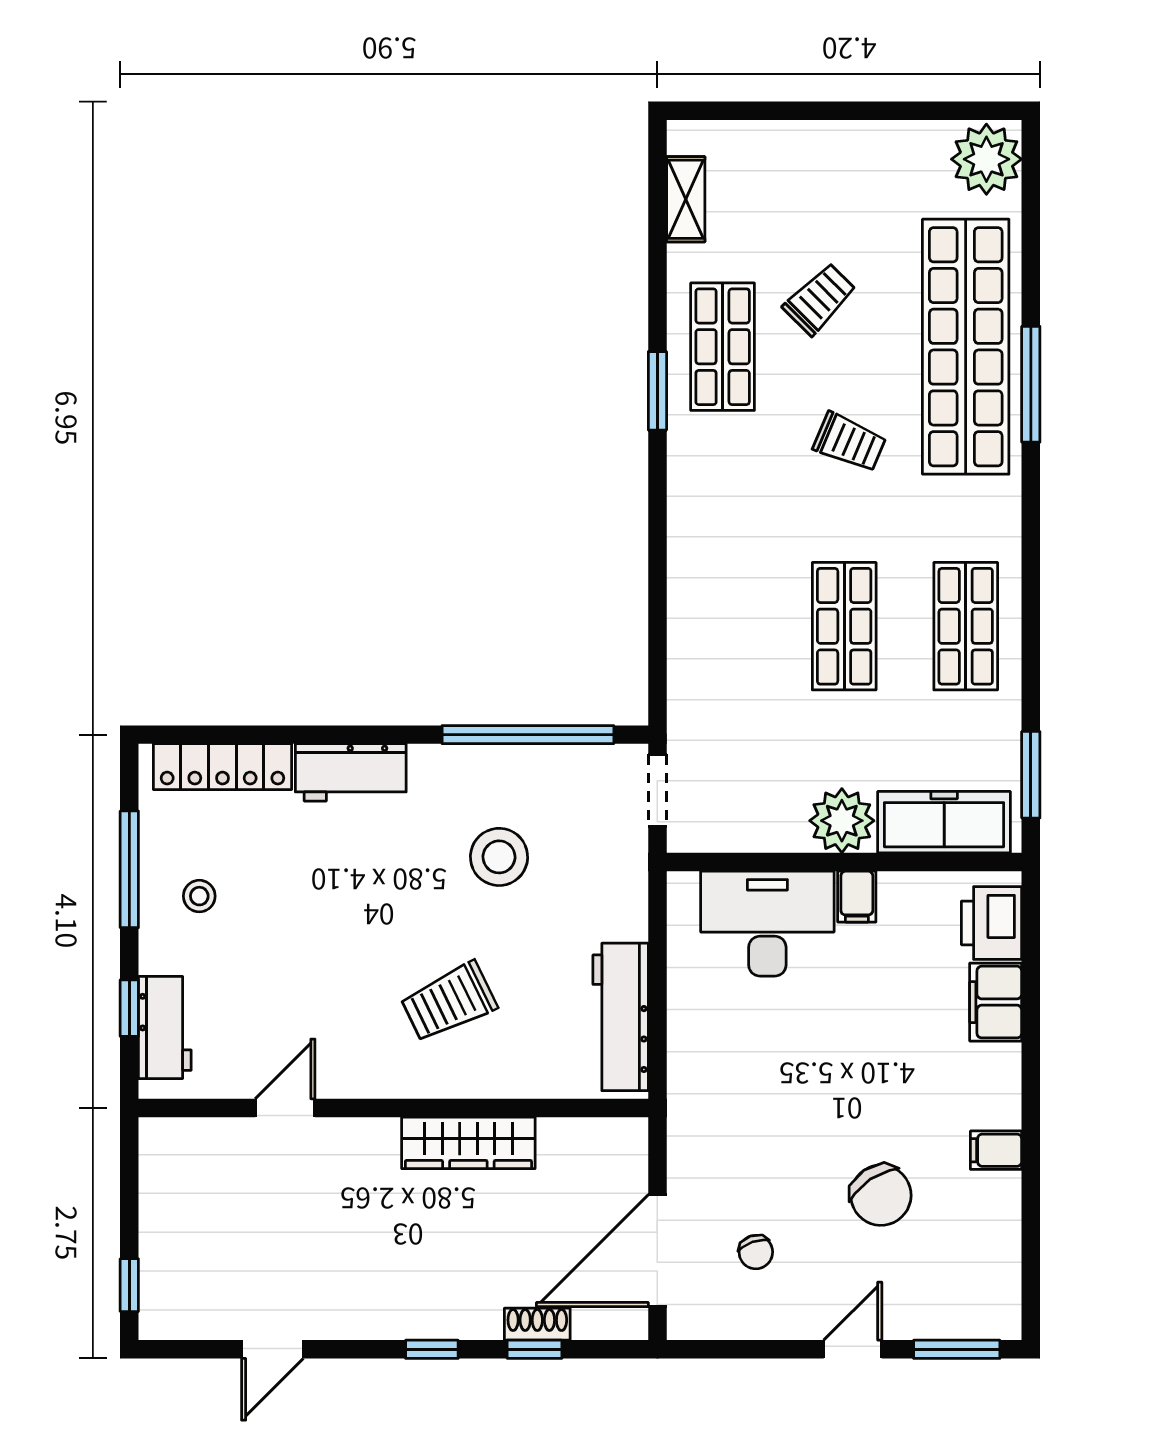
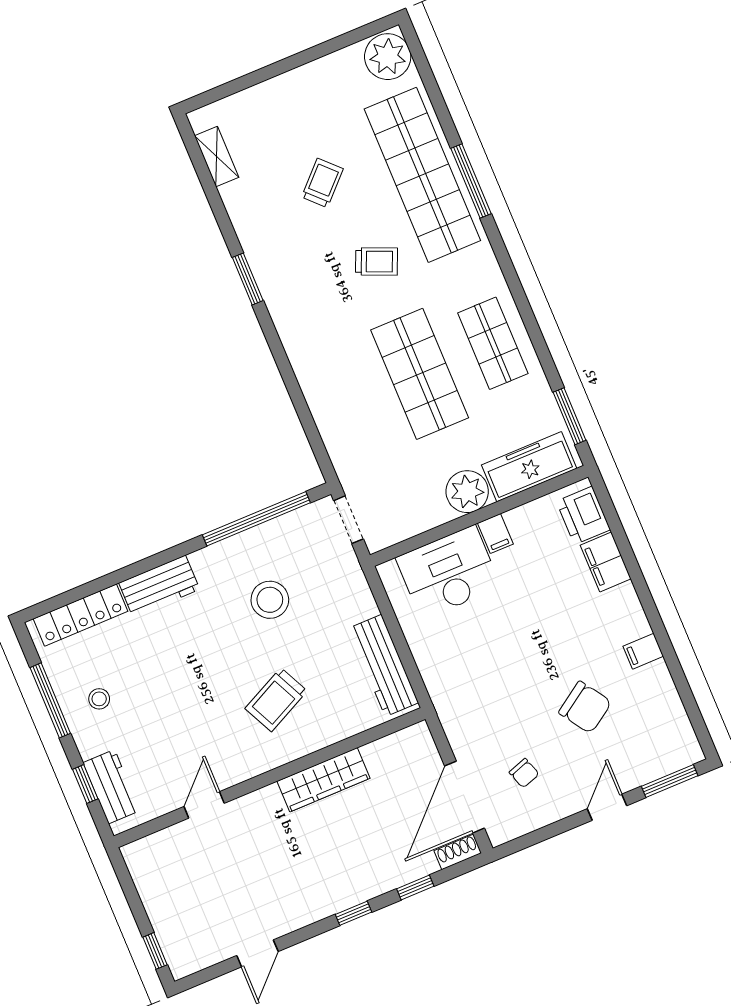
shop shelf: (723, 347) -> (276, 236), removed
shop shelf: (844, 626) -> (420, 374), width x1.43, depth x1.36
shoe rack: (537, 1324) -> (458, 852), moved

